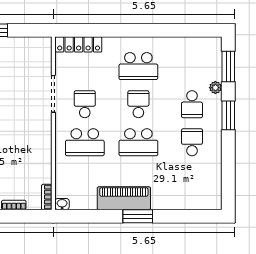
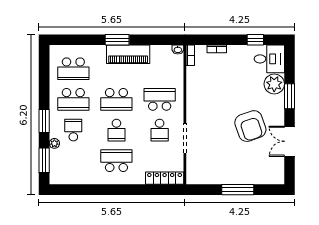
school desk: (138, 142) -> (116, 99), turned 180
school desk: (192, 142) -> (73, 99), width x1.85
school desk: (192, 180) -> (73, 69), added

